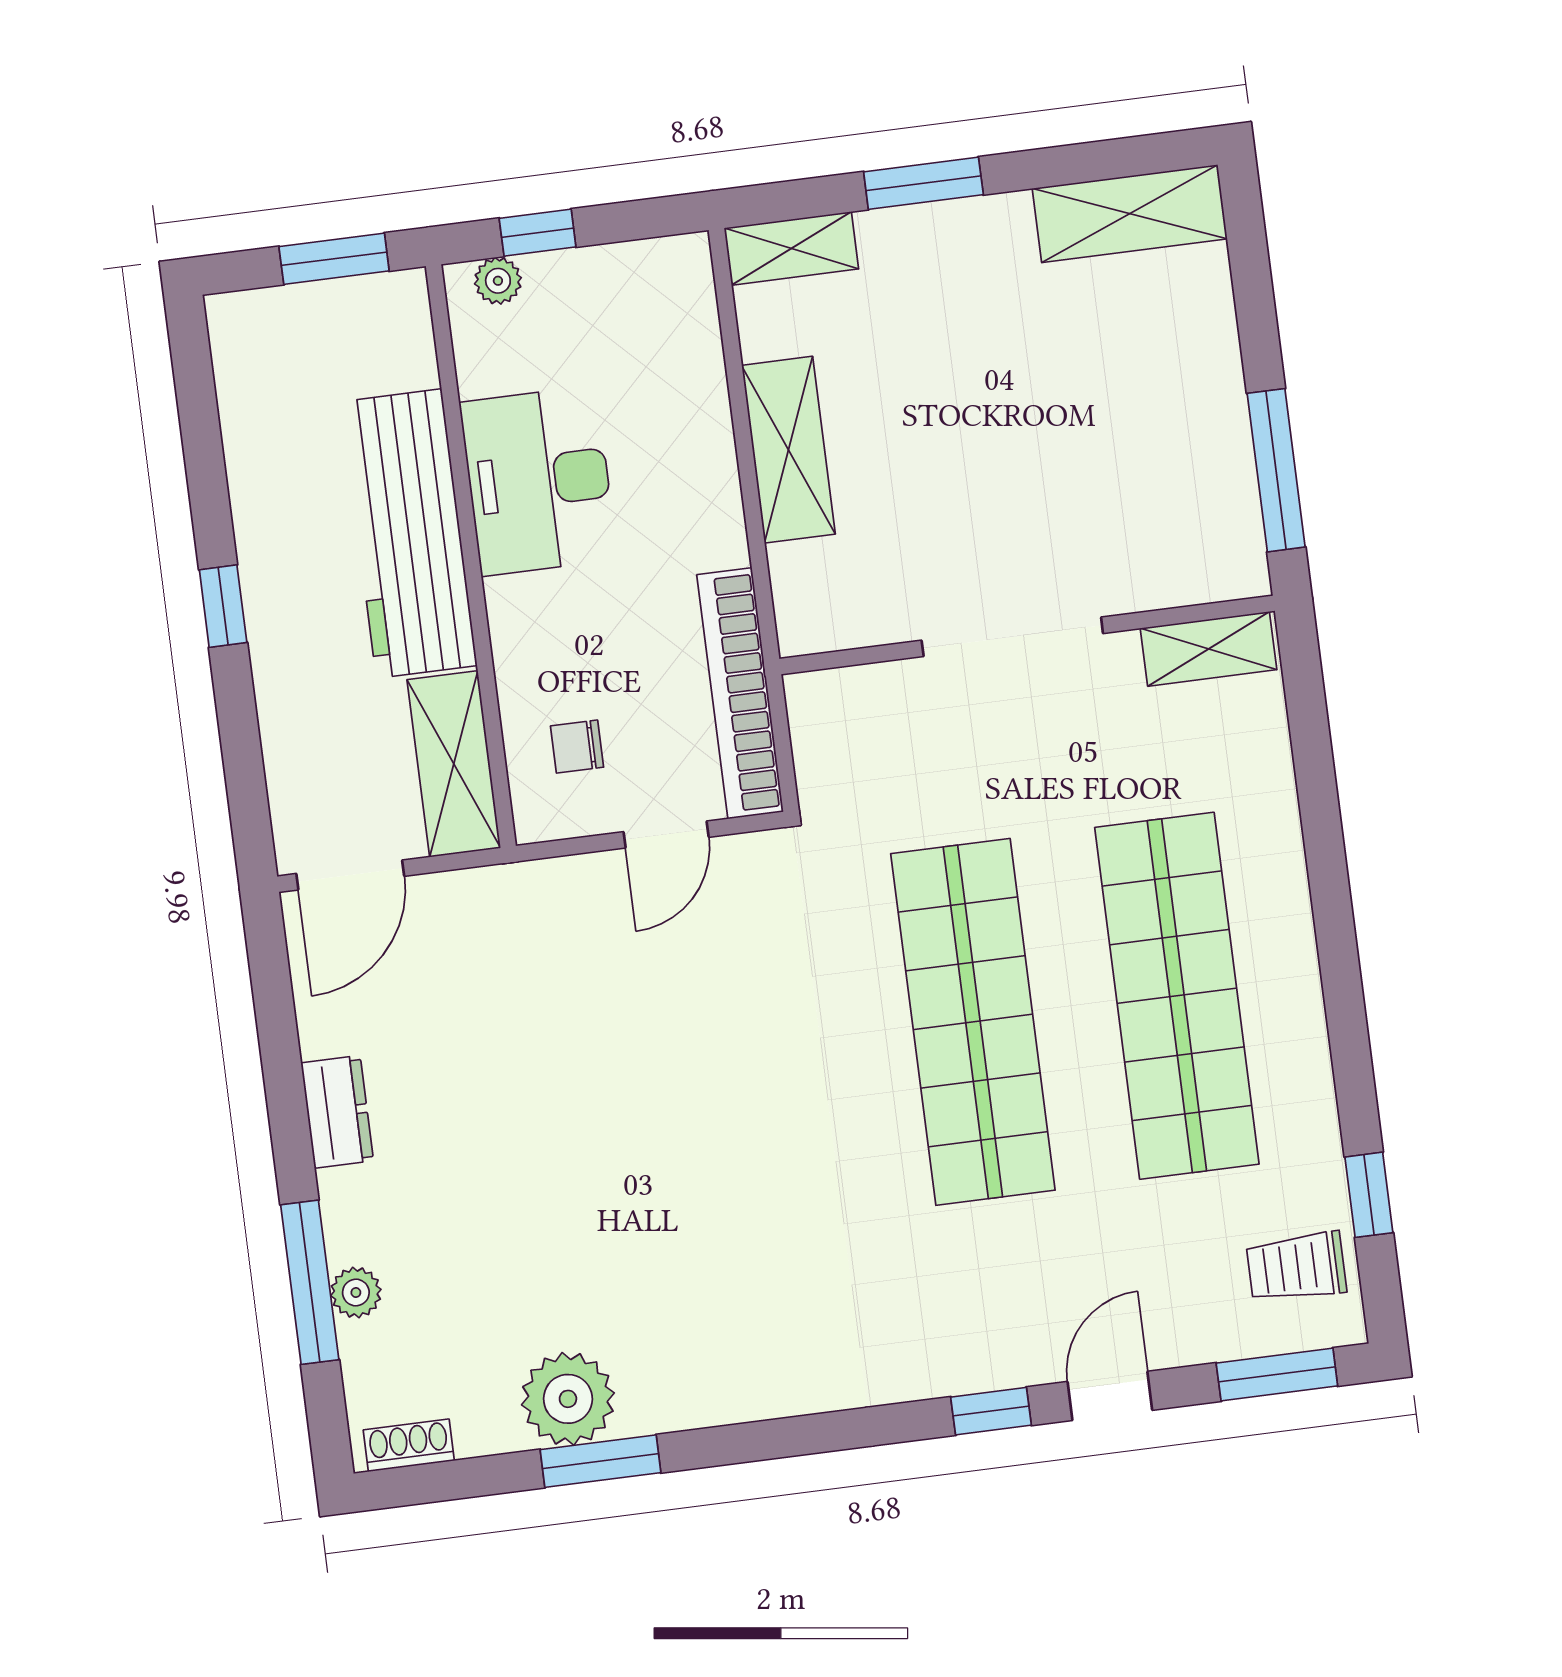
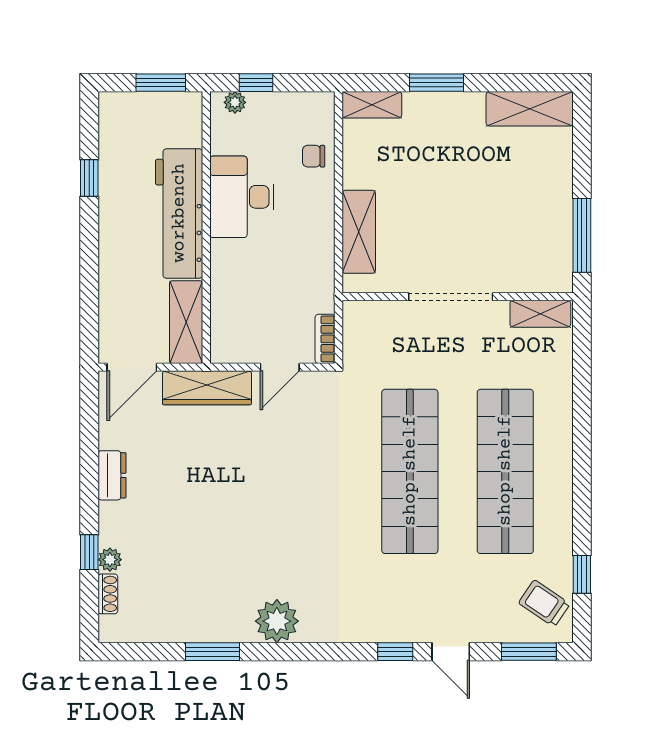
shelving: (788, 450) -> (359, 232), moved
window: (223, 606) -> (89, 178), moved
bookcase: (740, 693) -> (325, 339), width x0.43, depth x0.76
chair: (577, 747) -> (314, 156), moved
wardrobe: (516, 899) -> (207, 388), added
trolley: (1296, 1267) -> (544, 603), turned 34
window: (310, 1282) -> (89, 552), width x0.46
door: (1110, 1396) -> (451, 652), swing flipped
plant: (568, 1399) -> (277, 621), moved
shoe rack: (409, 1445) -> (108, 594), moved, turned 90

